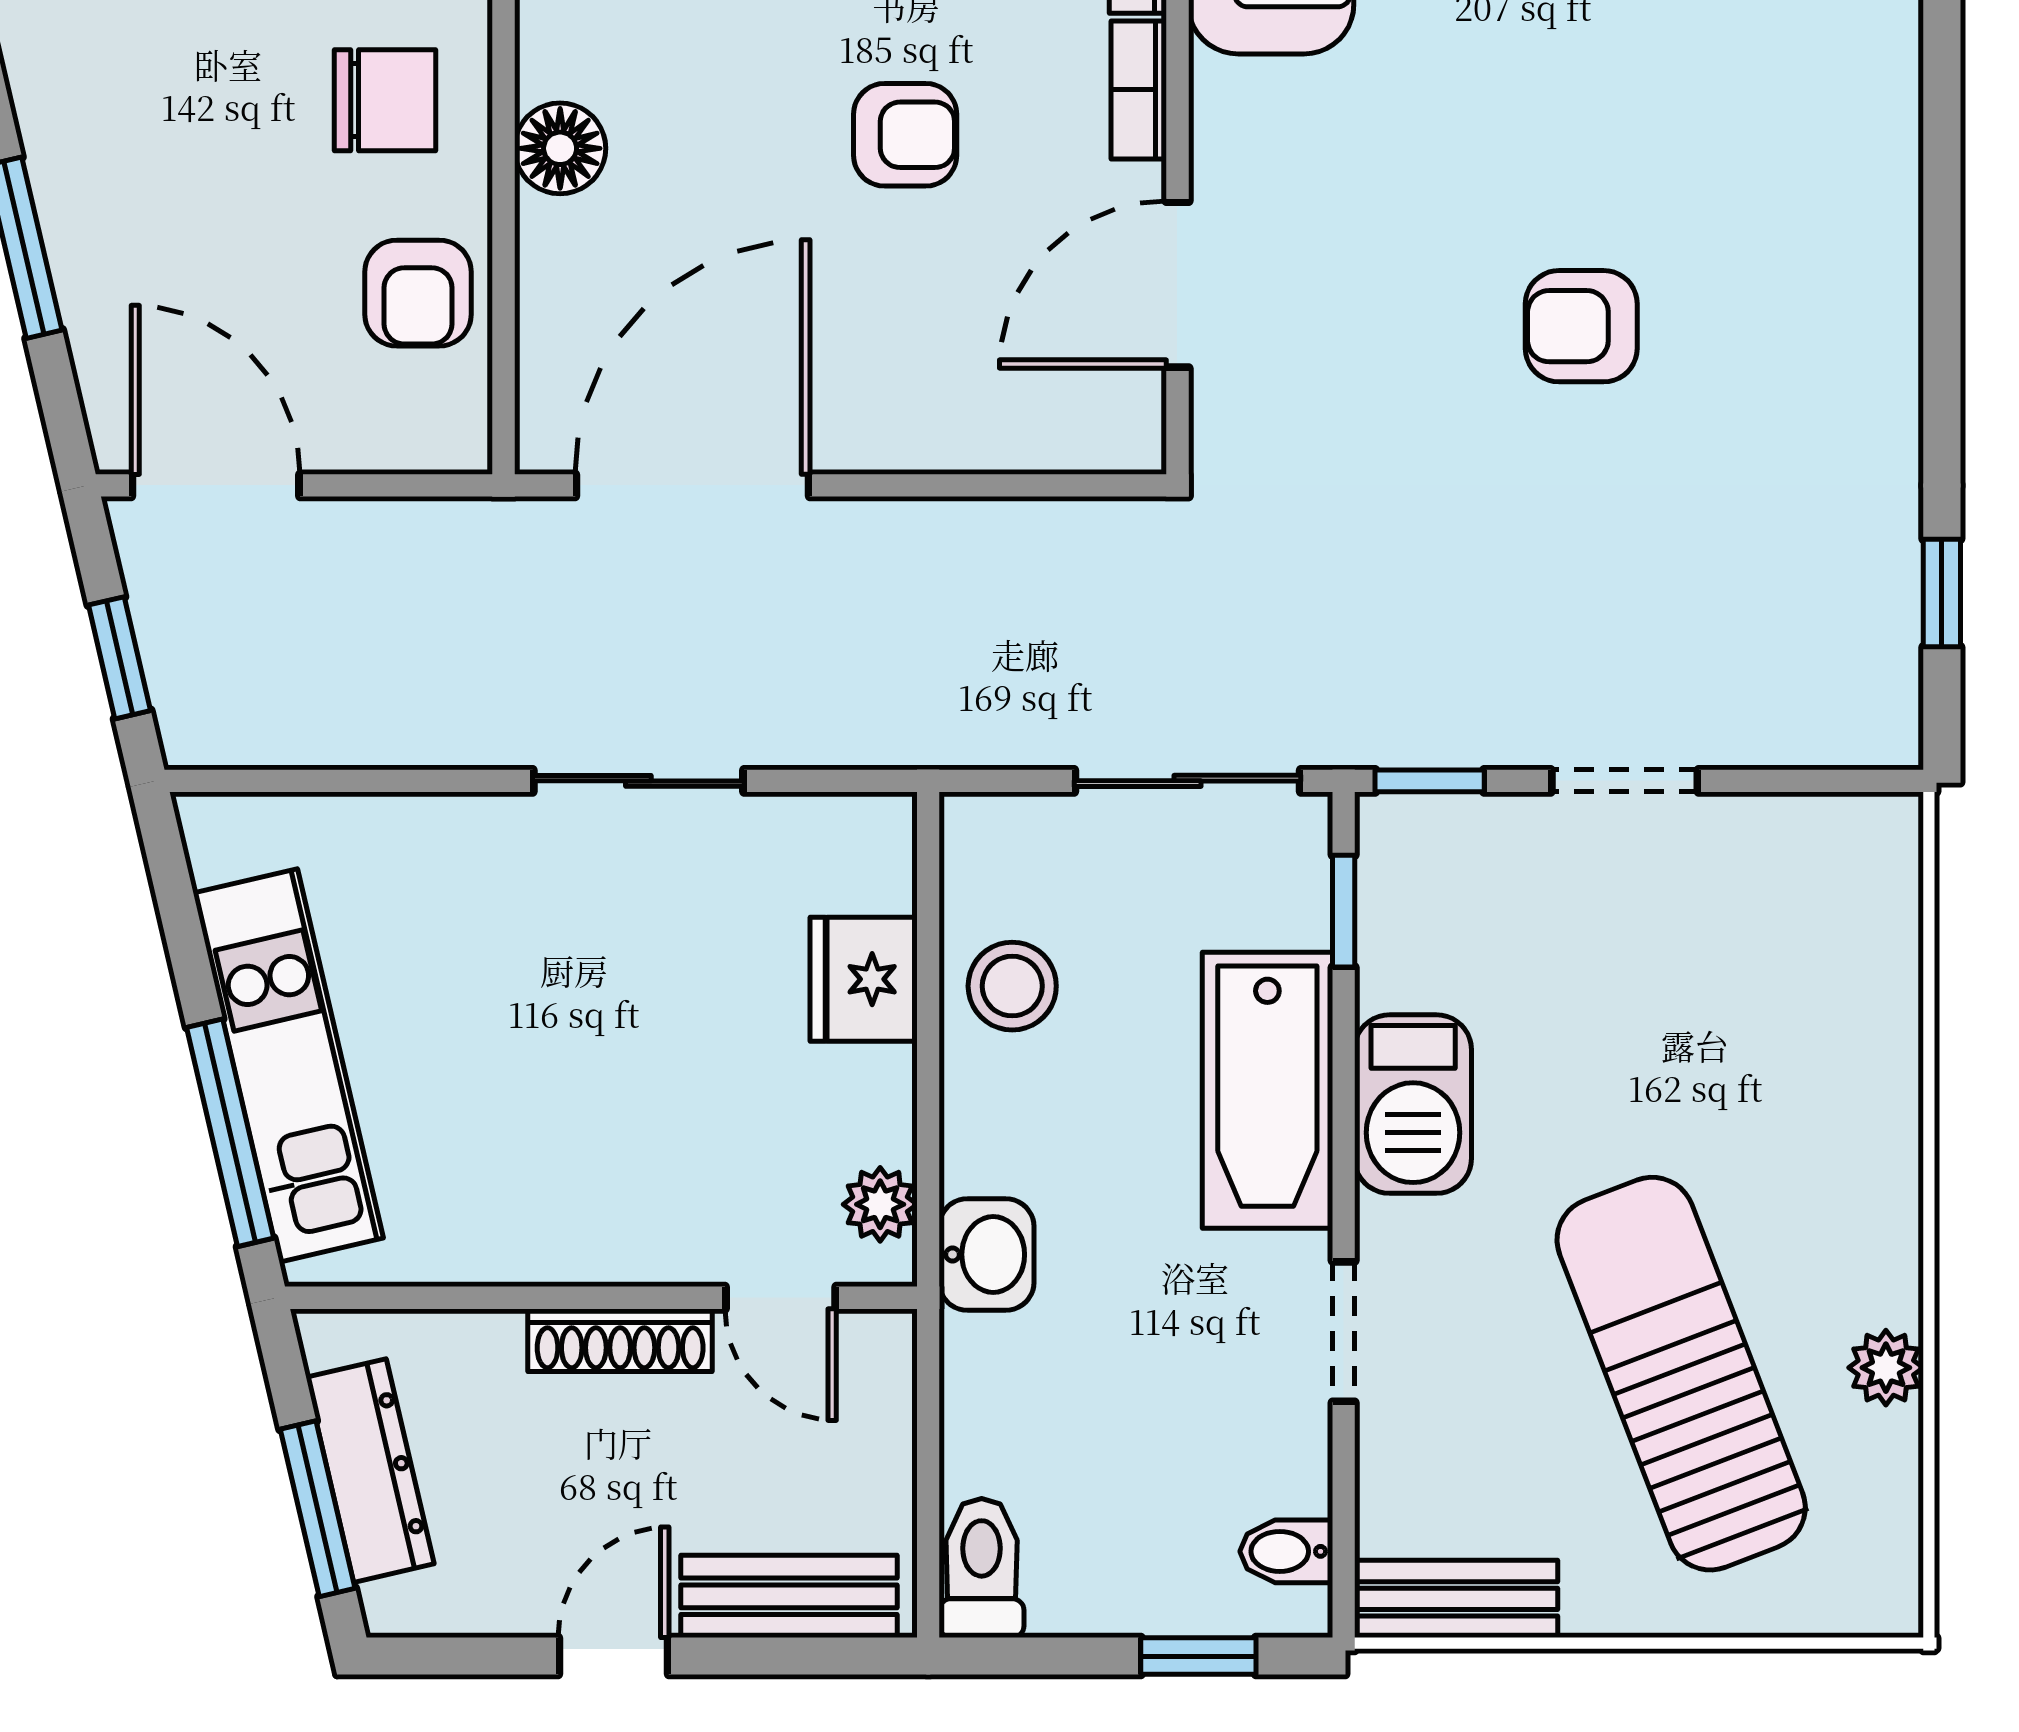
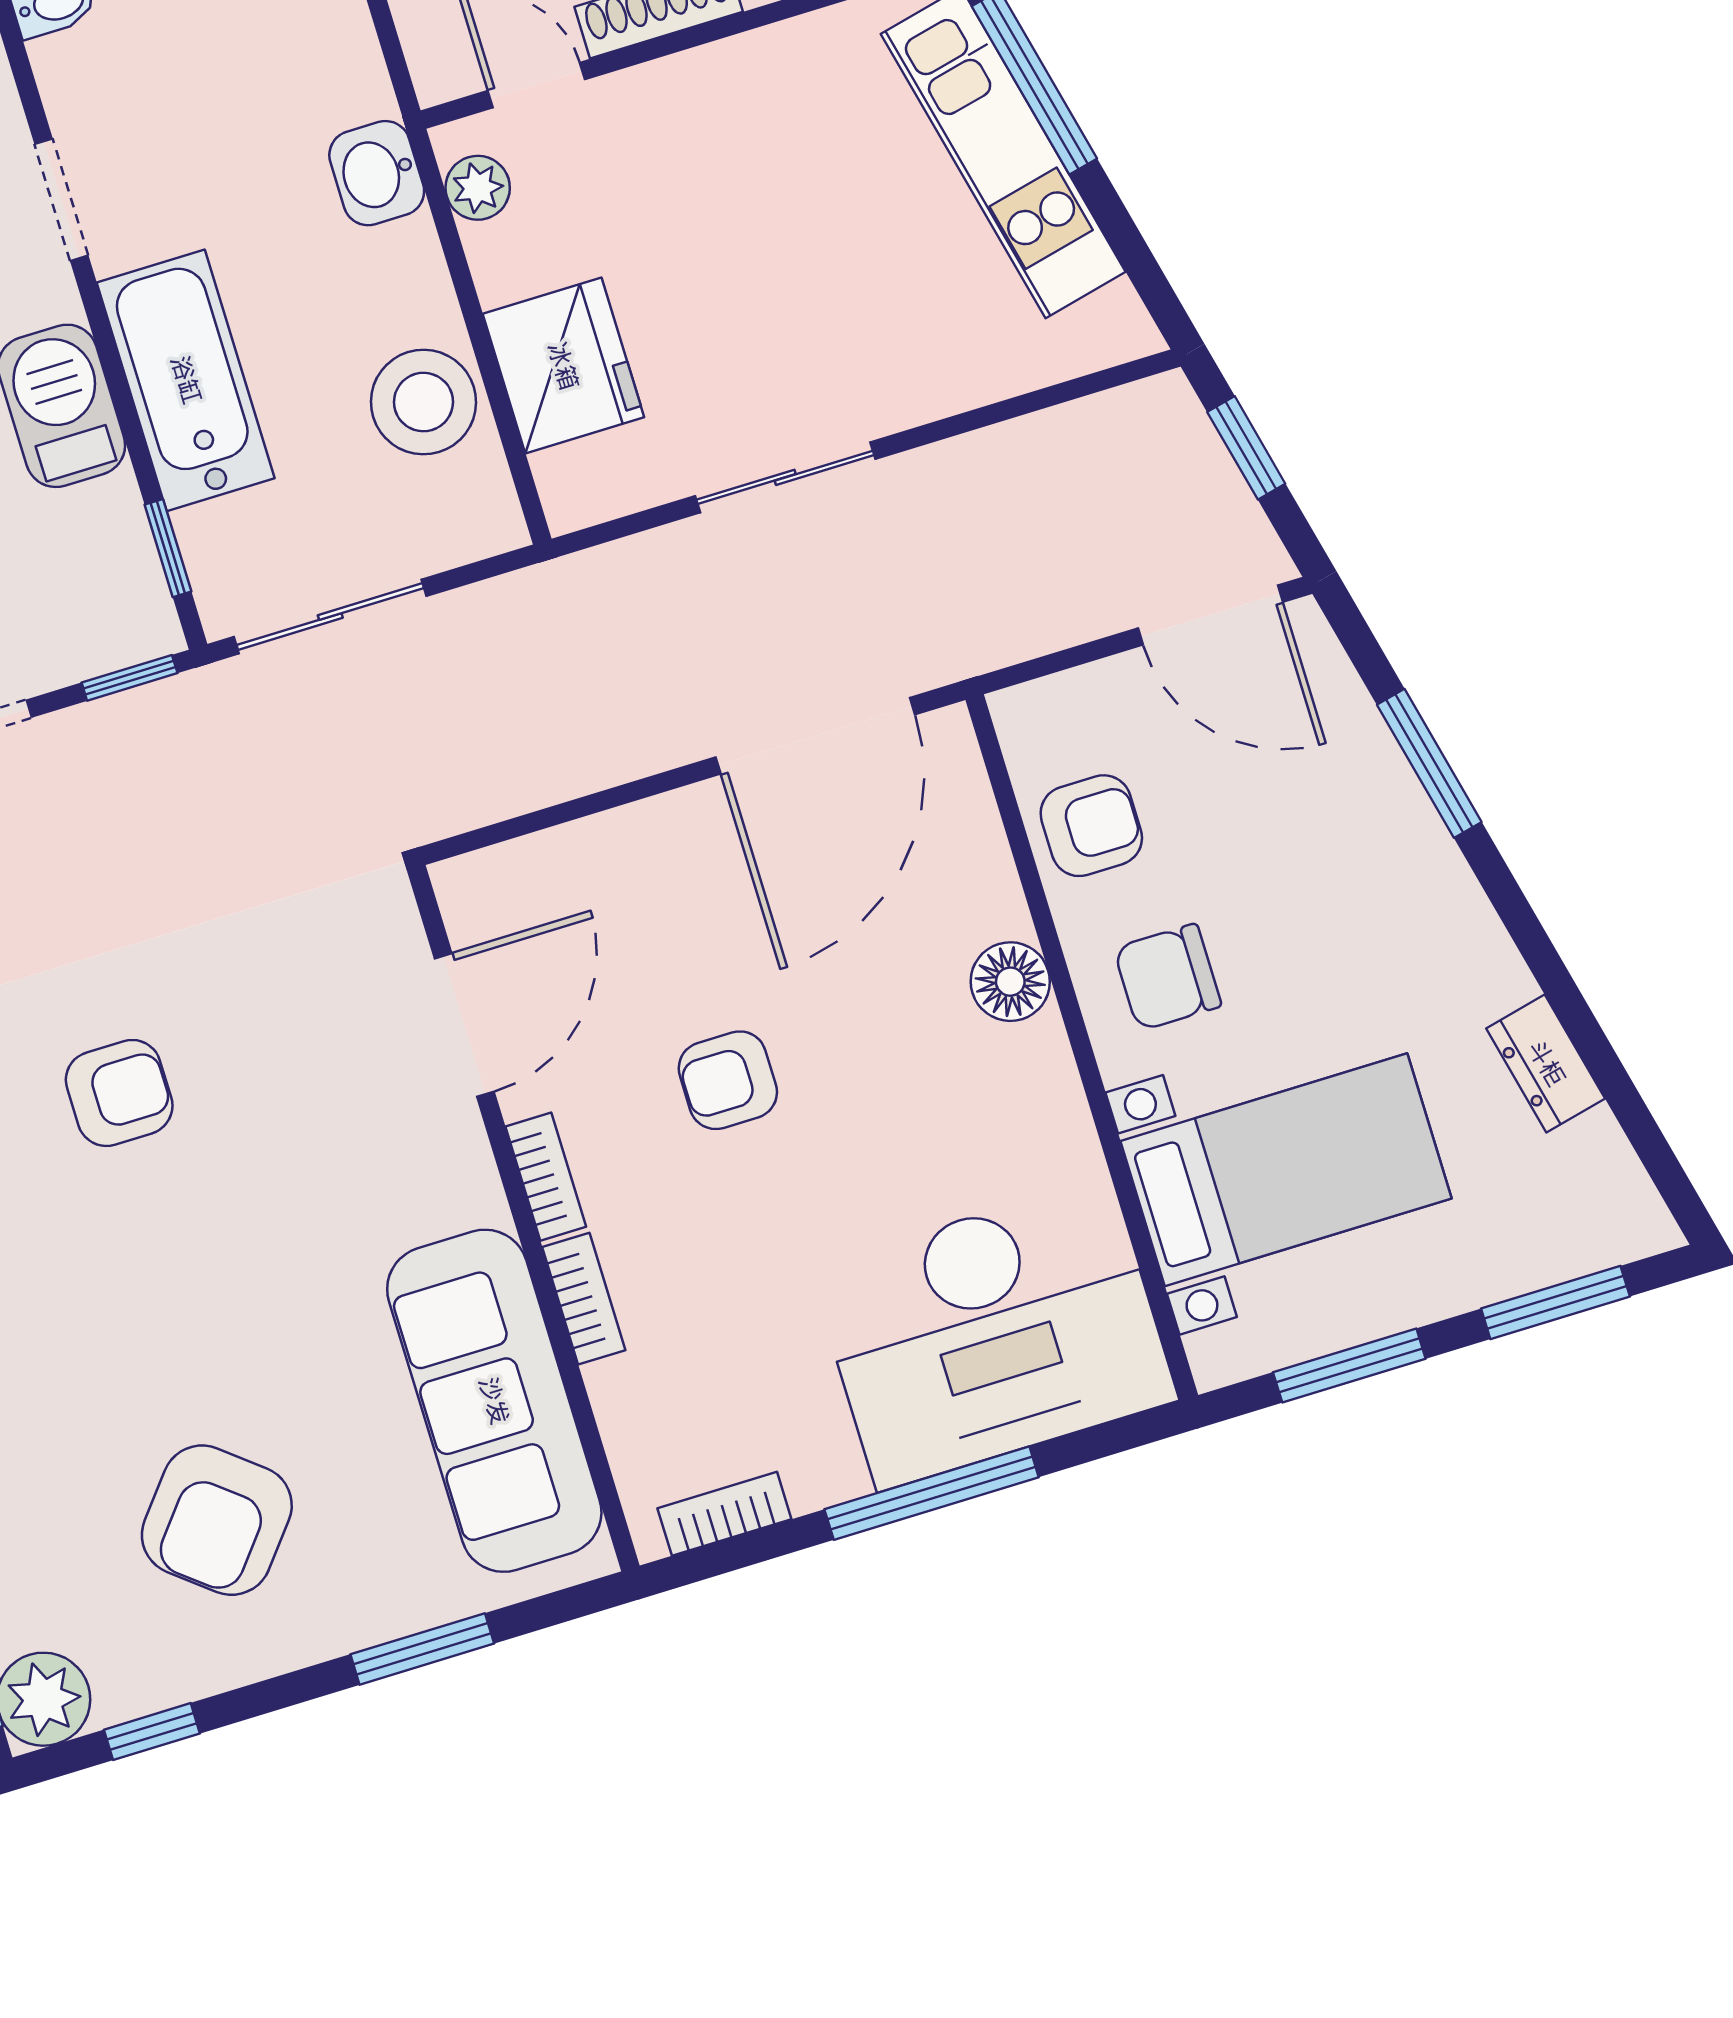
armchair: (418, 293) -> (1091, 826), turned 90
fridge: (864, 979) -> (563, 366), width x1.36, depth x1.34
stool: (1012, 986) -> (423, 402), width x1.38, depth x1.38

